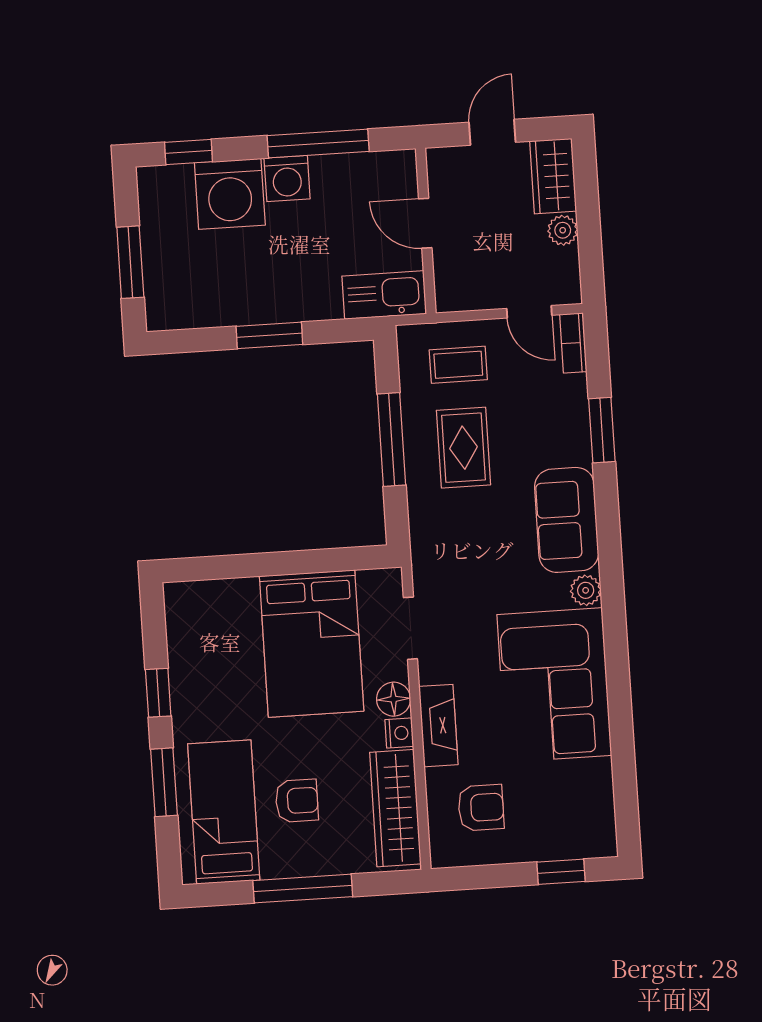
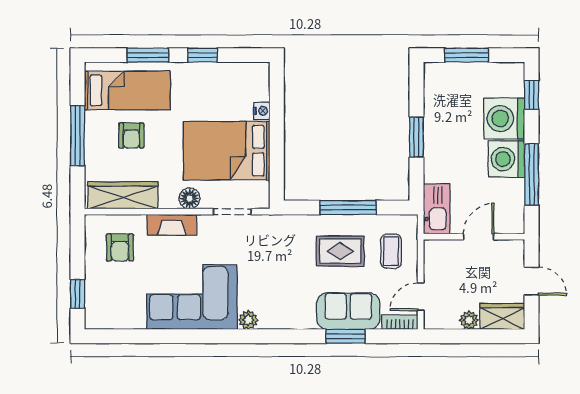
washing machine: (287, 179) -> (506, 159), width x1.37, depth x1.37
sofa: (567, 520) -> (348, 311), moved
nightstand: (399, 733) -> (262, 111), moved, turned -90

